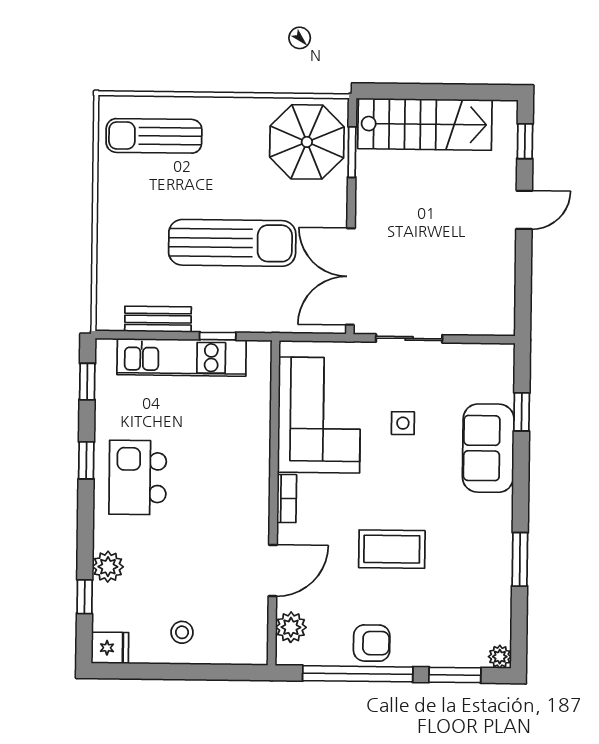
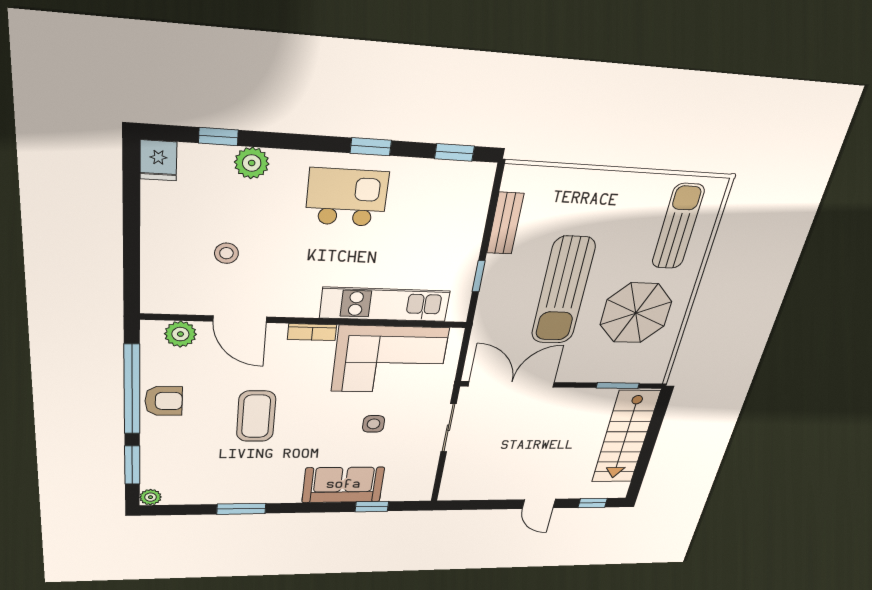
parasol: (307, 142) -> (636, 313), moved
kitchen unit: (182, 357) -> (385, 304), moved, turned 90
stool: (182, 632) -> (226, 253), moved
armchair: (372, 643) -> (164, 401), turned -90

